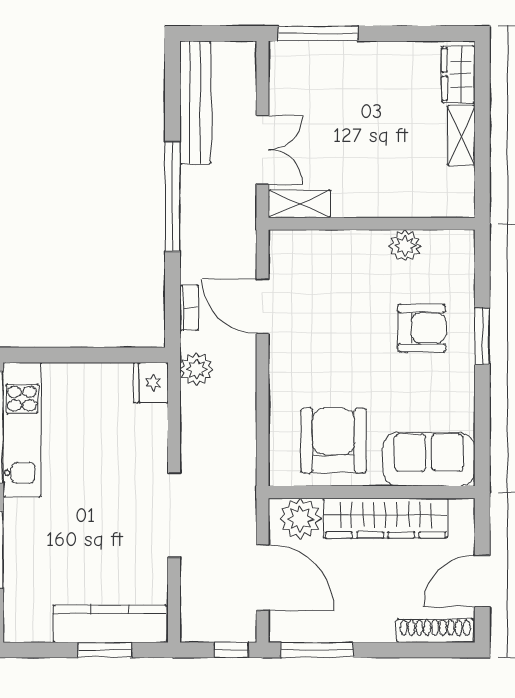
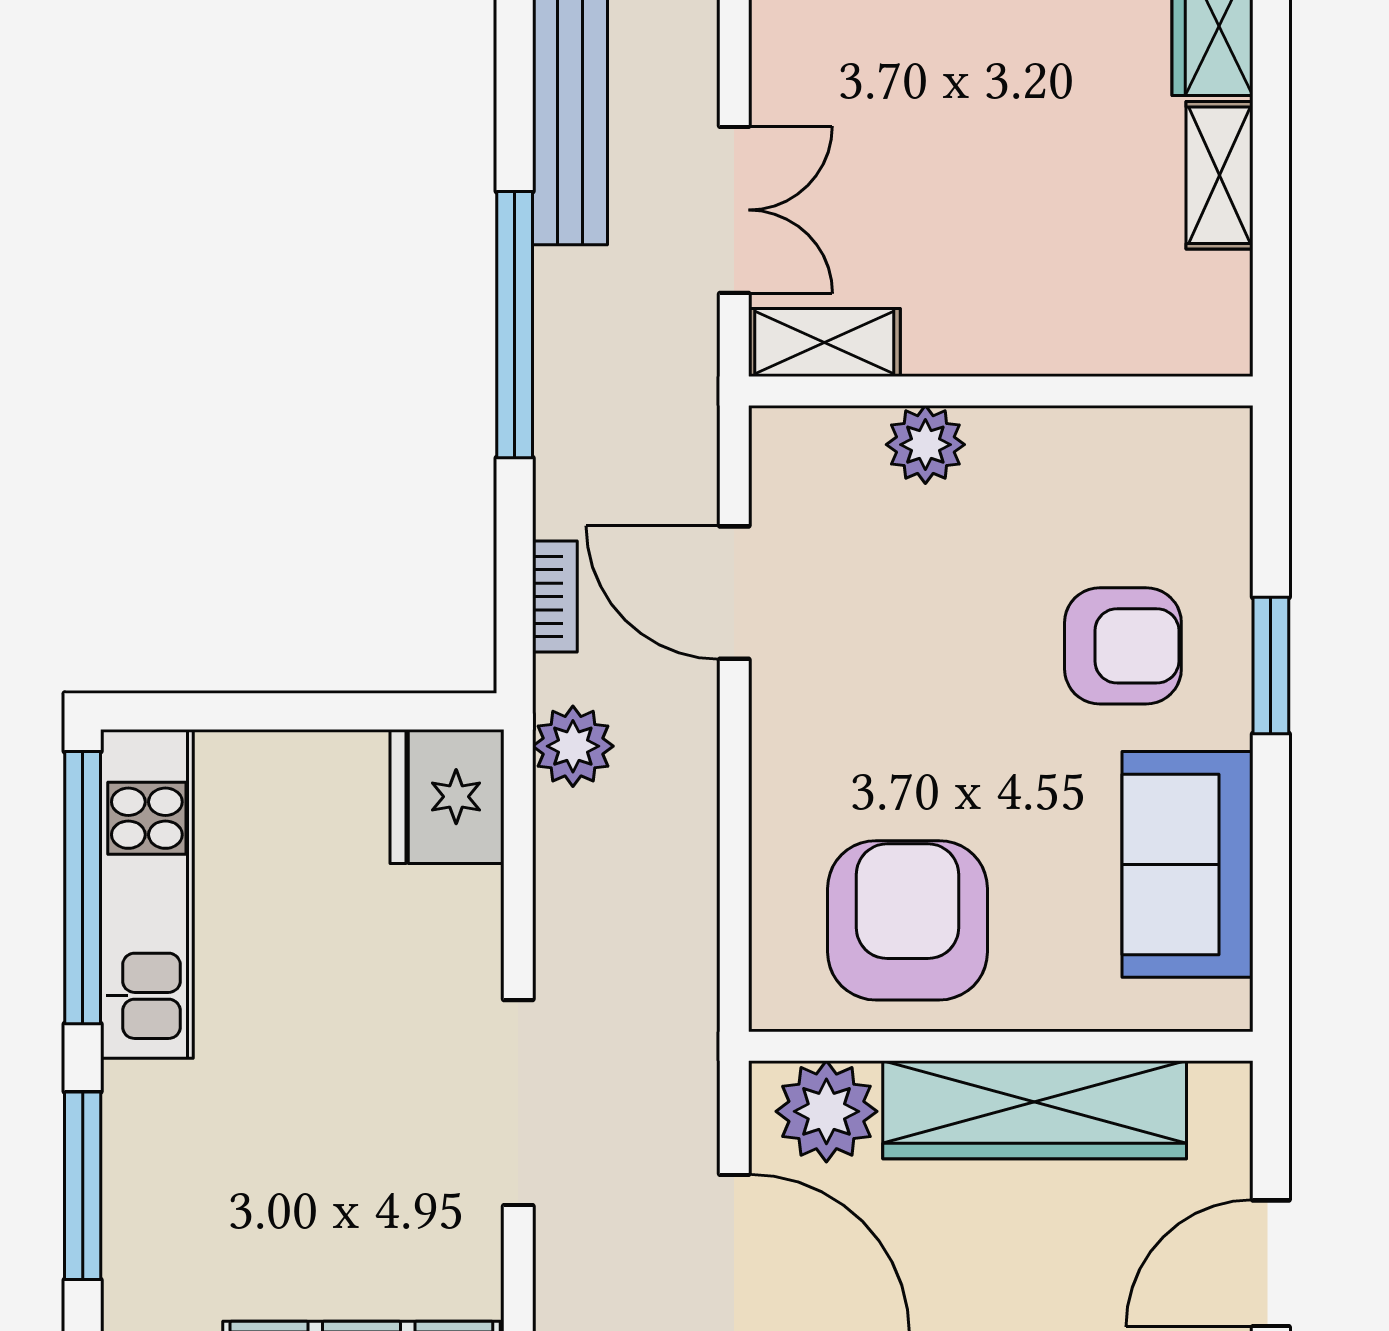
plant: (405, 246) -> (925, 445), moved
fridge: (151, 383) -> (447, 797), width x1.36, depth x1.34
sofa: (429, 459) -> (1187, 864), moved, turned -90

